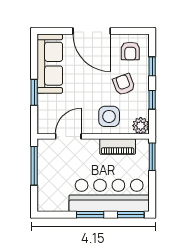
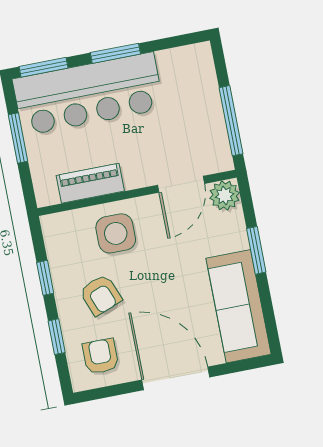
plant: (141, 126) -> (225, 195), moved
window: (152, 157) -> (18, 138), moved

